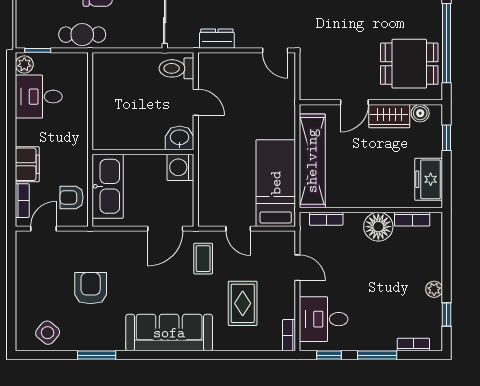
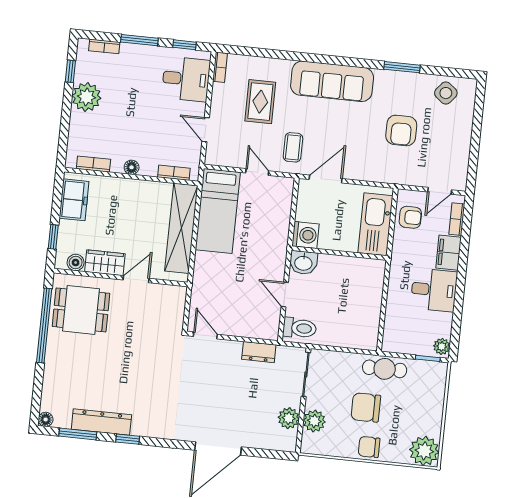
desk: (39, 97) -> (434, 290), moved
floor lamp: (378, 227) -> (132, 167), width x0.53, depth x0.53
plant: (434, 289) -> (86, 97), width x1.87, depth x1.87

